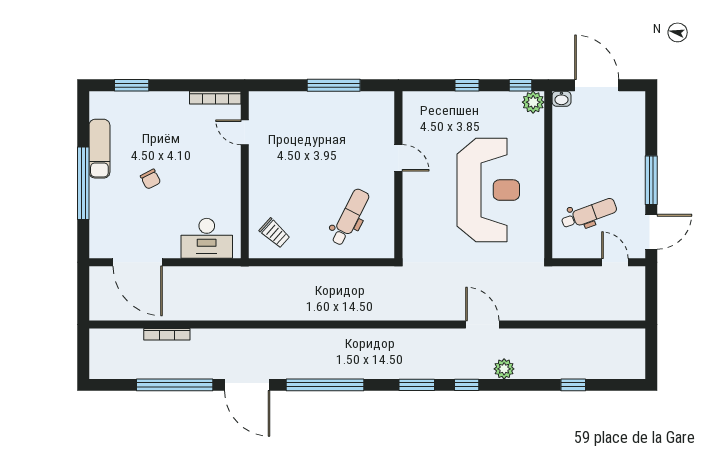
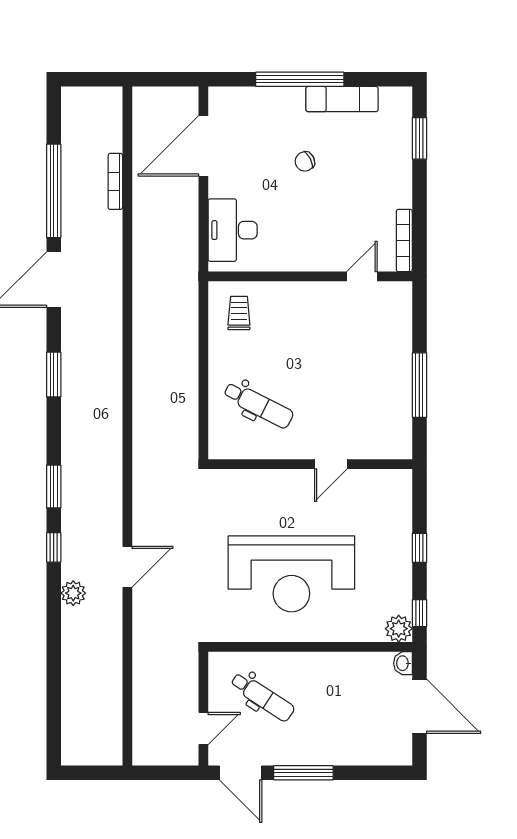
door: (597, 85) -> (419, 706), hinge flipped
dental chair: (589, 214) -> (262, 697), turned -37
trolley: (275, 233) -> (239, 313), turned 138
window: (325, 385) -> (54, 375), width x0.47
window: (573, 385) -> (54, 678), removed

